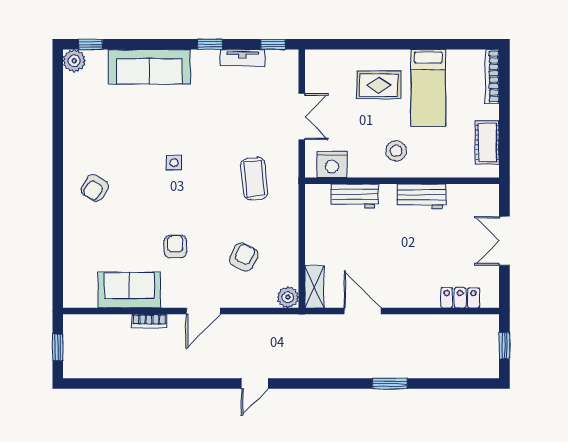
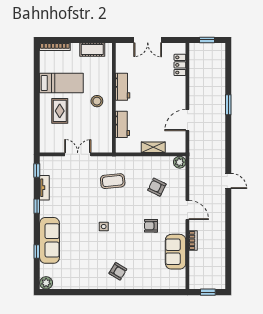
window: (91, 44) -> (37, 251), moved
nightstand: (332, 164) -> (105, 137), removed
shelving: (314, 287) -> (153, 147), moved

